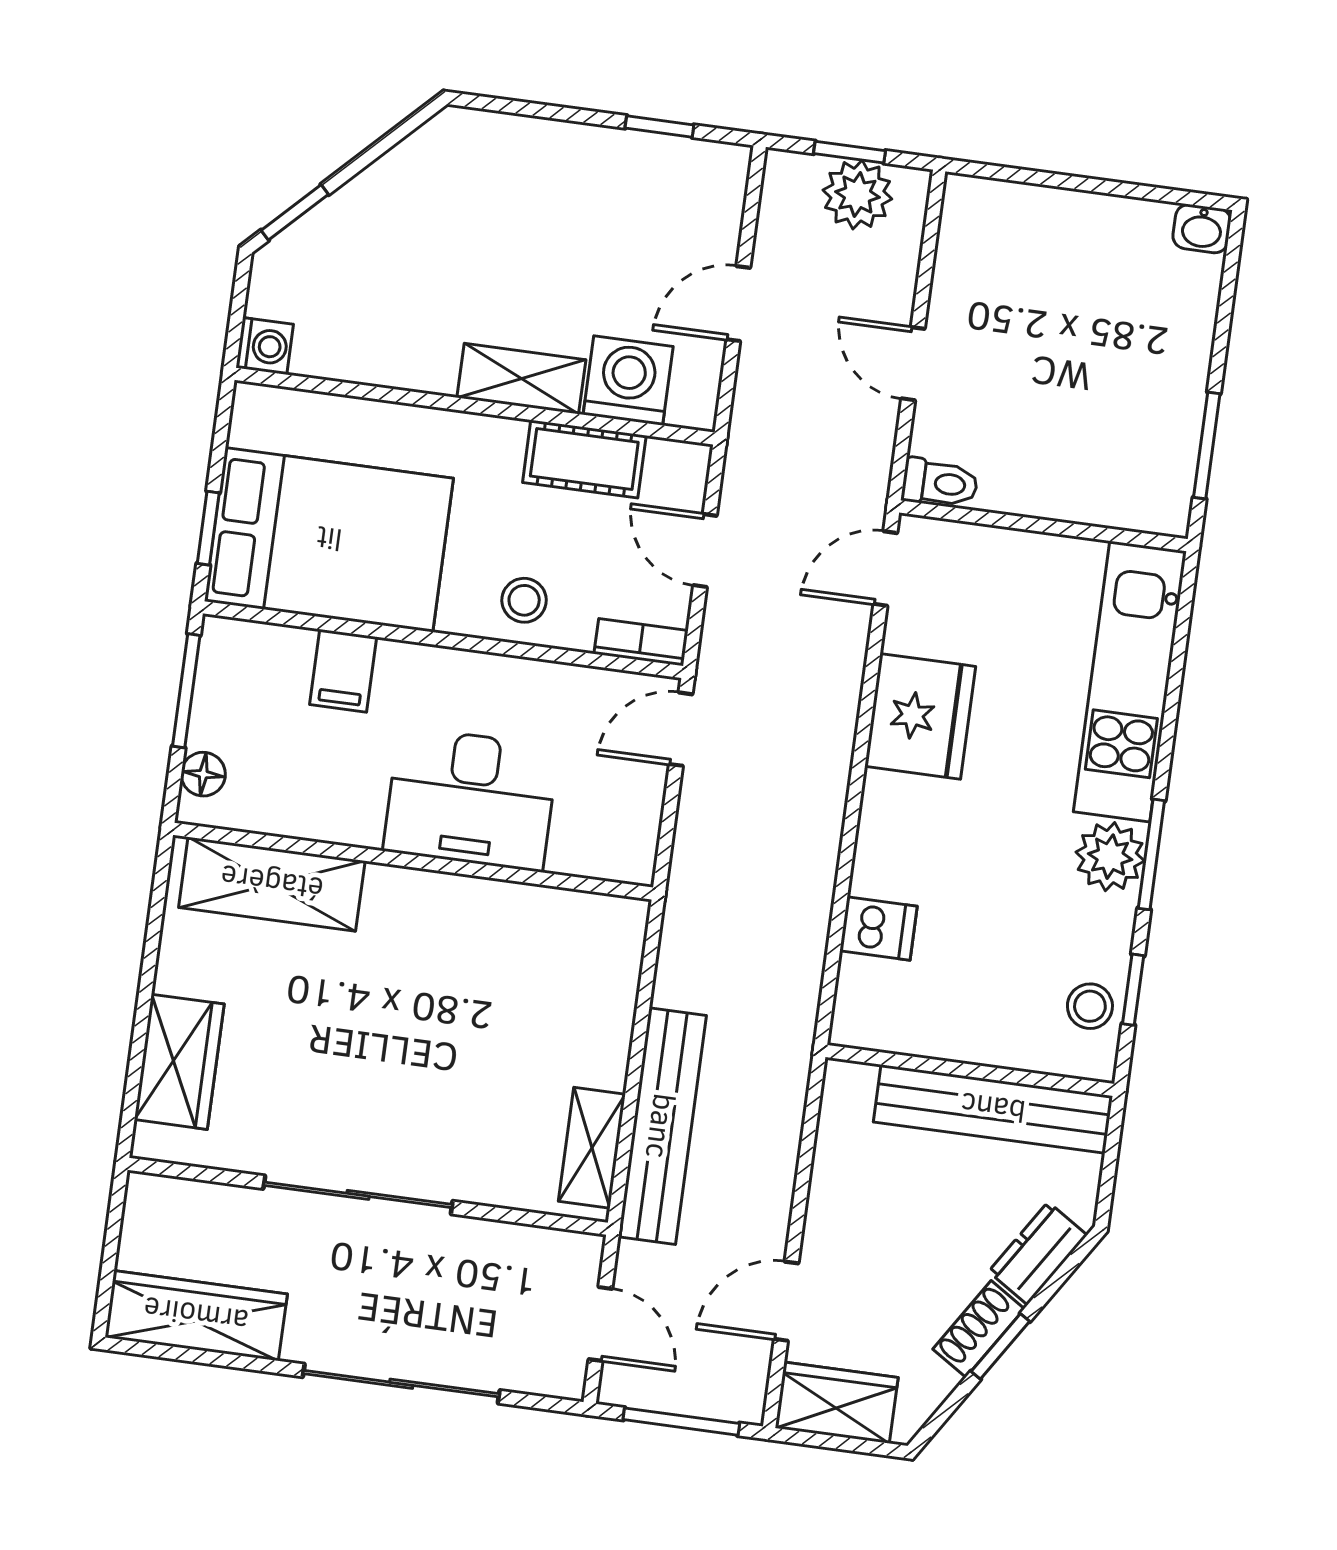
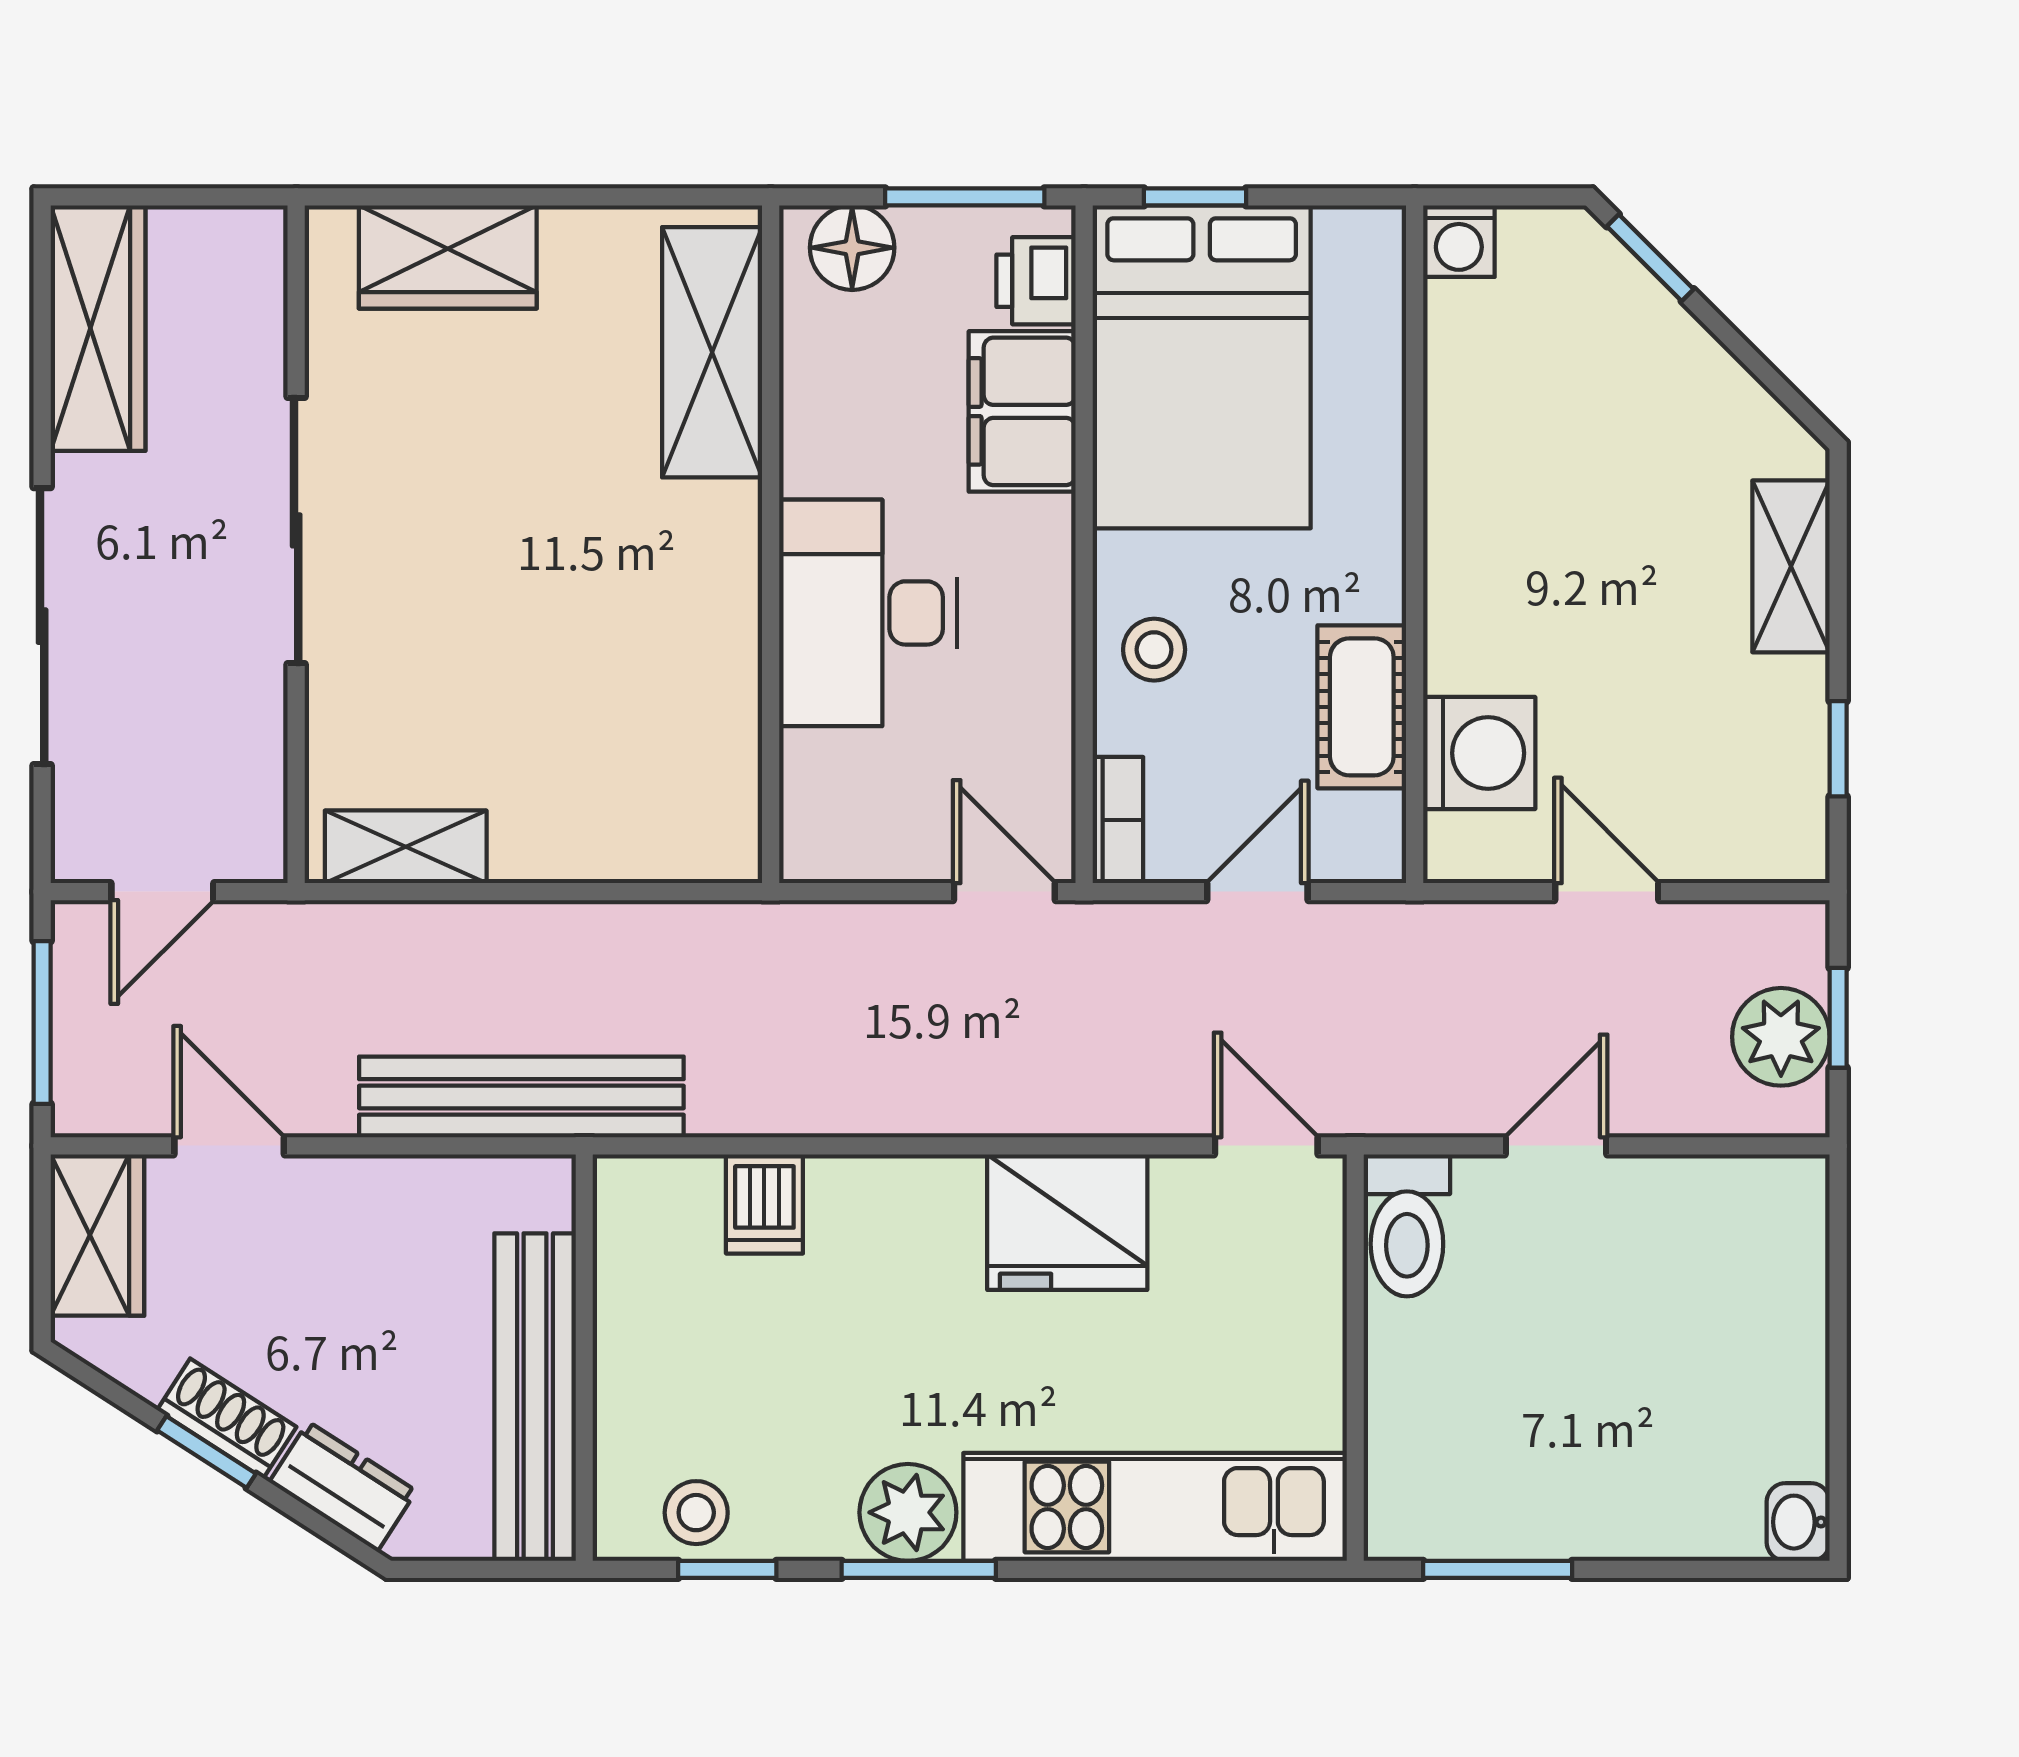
shelving: (521, 379) -> (1791, 566), moved
toilet: (940, 483) -> (1407, 1225), width x1.37, depth x1.39
printer: (252, 648) -> (1036, 281), added
filing cabinet: (343, 671) -> (1022, 411), width x2.00
floor lamp: (203, 774) -> (852, 248), width x1.37, depth x1.37
bench: (662, 1126) -> (521, 1097), moved

